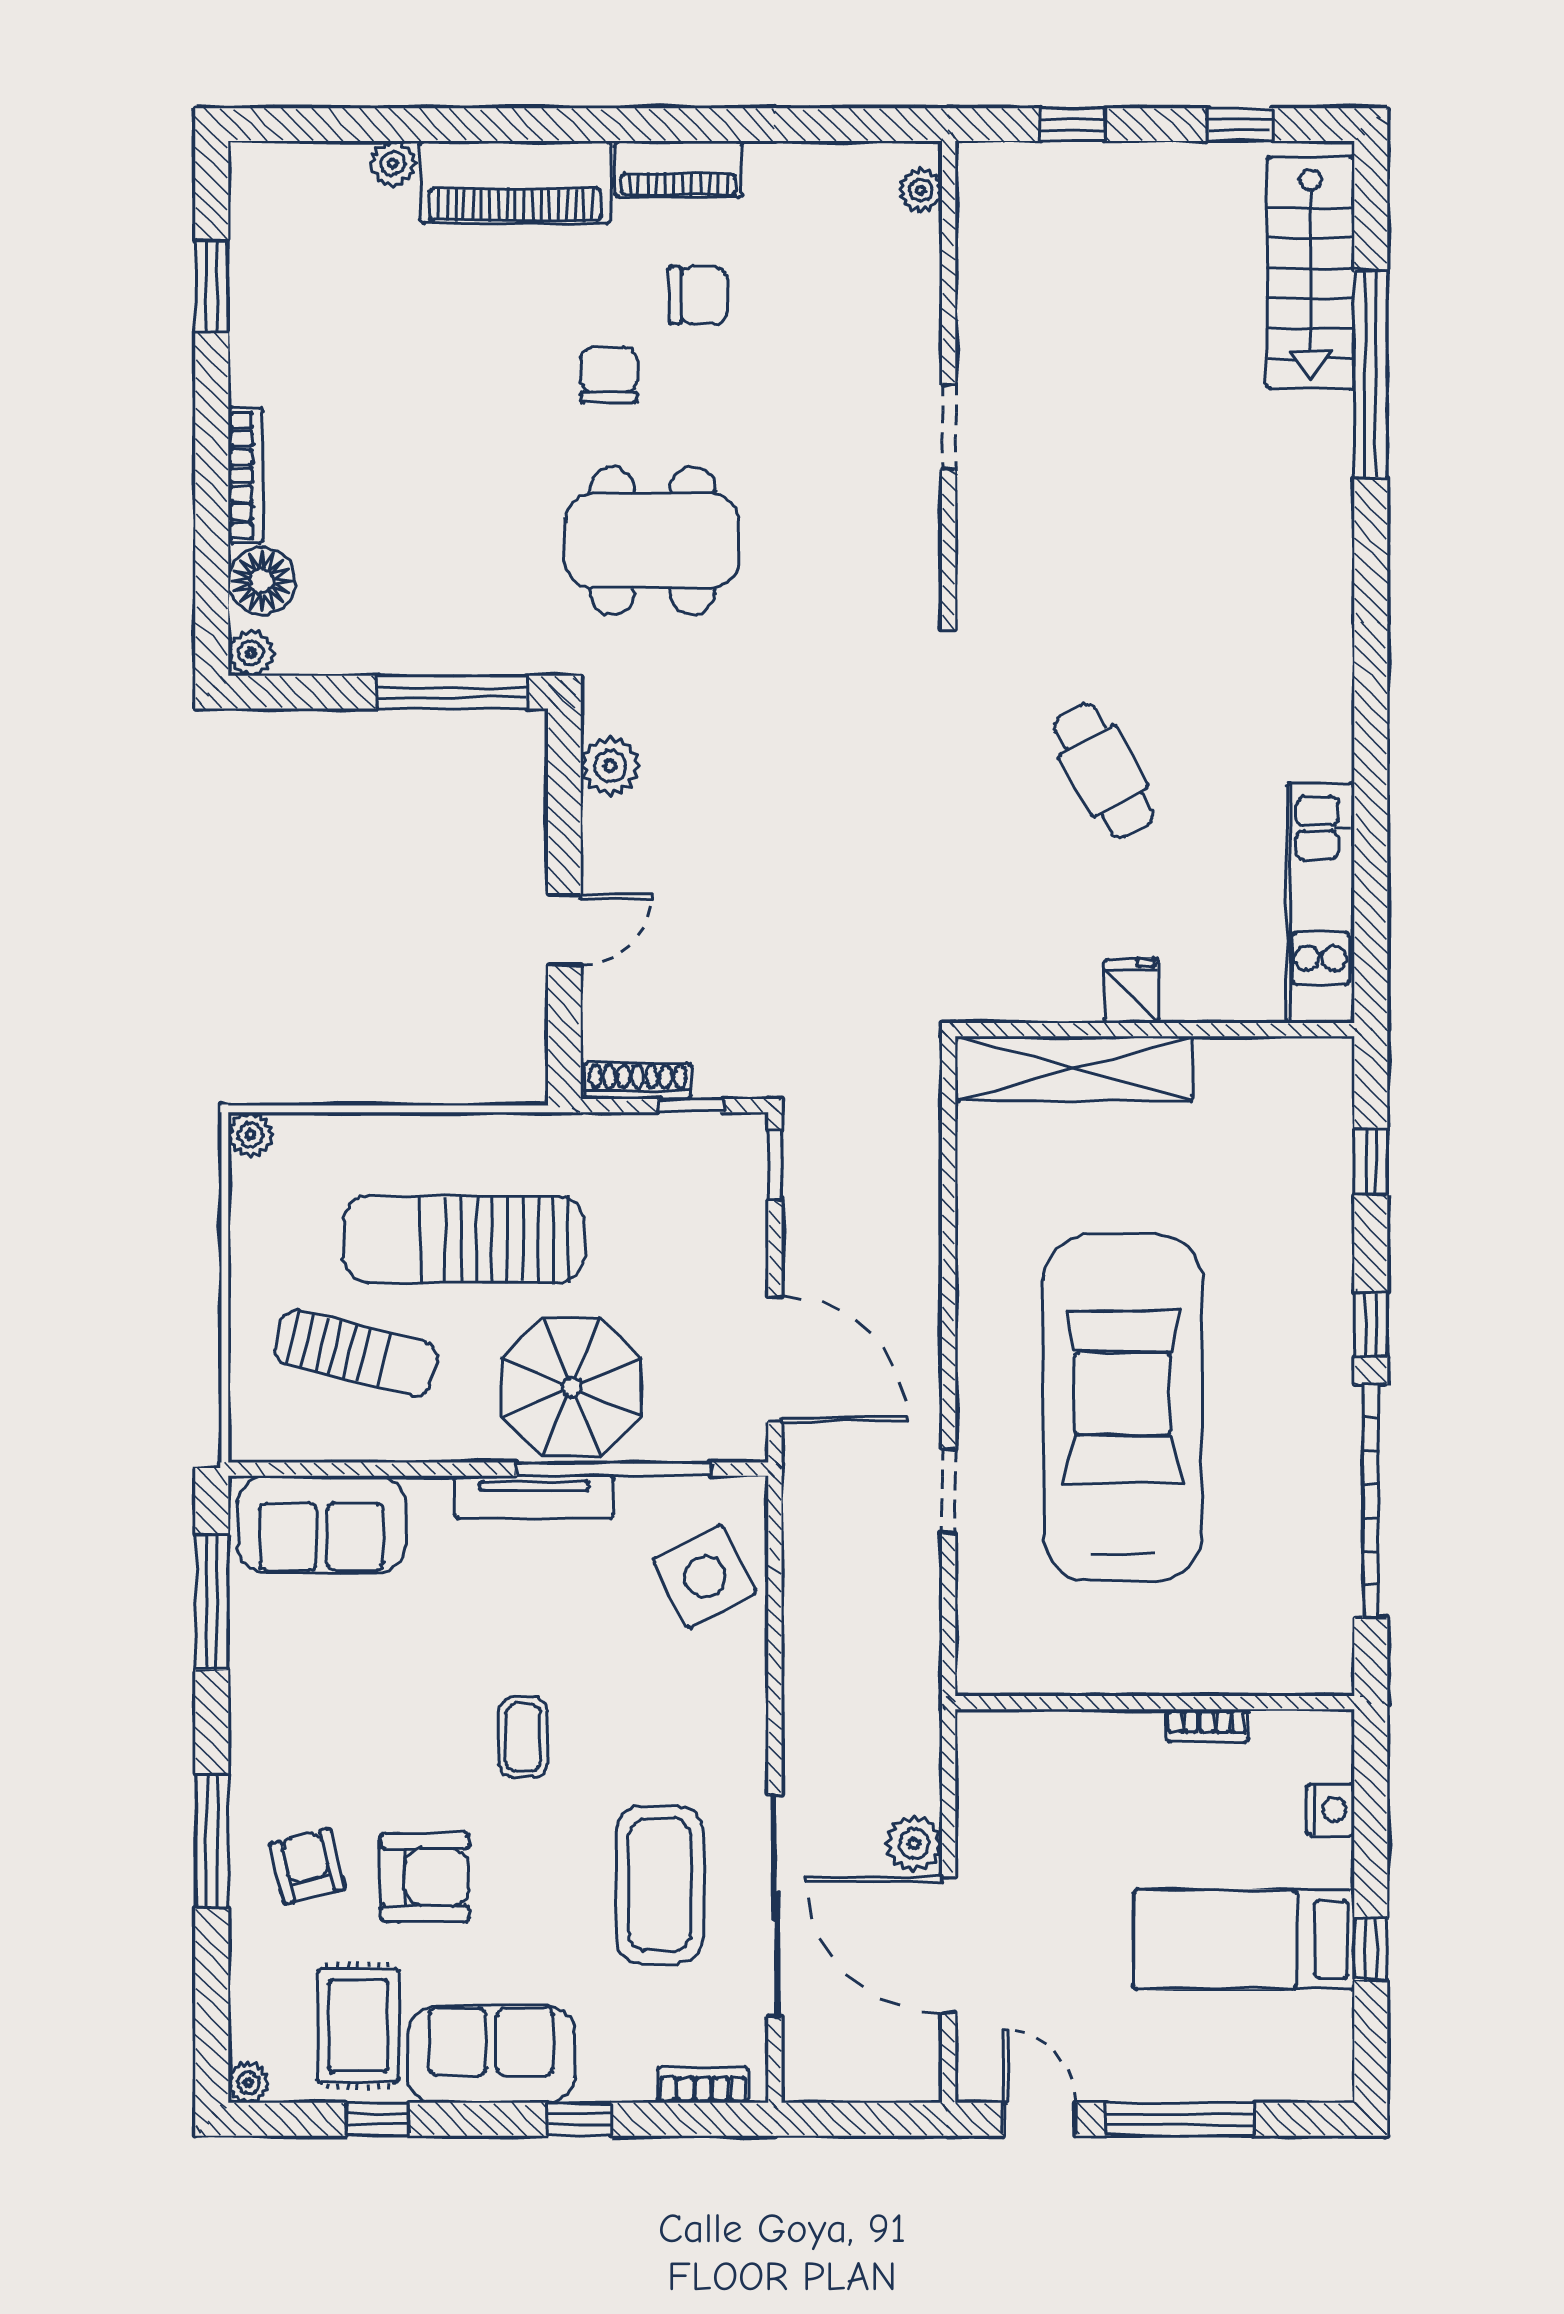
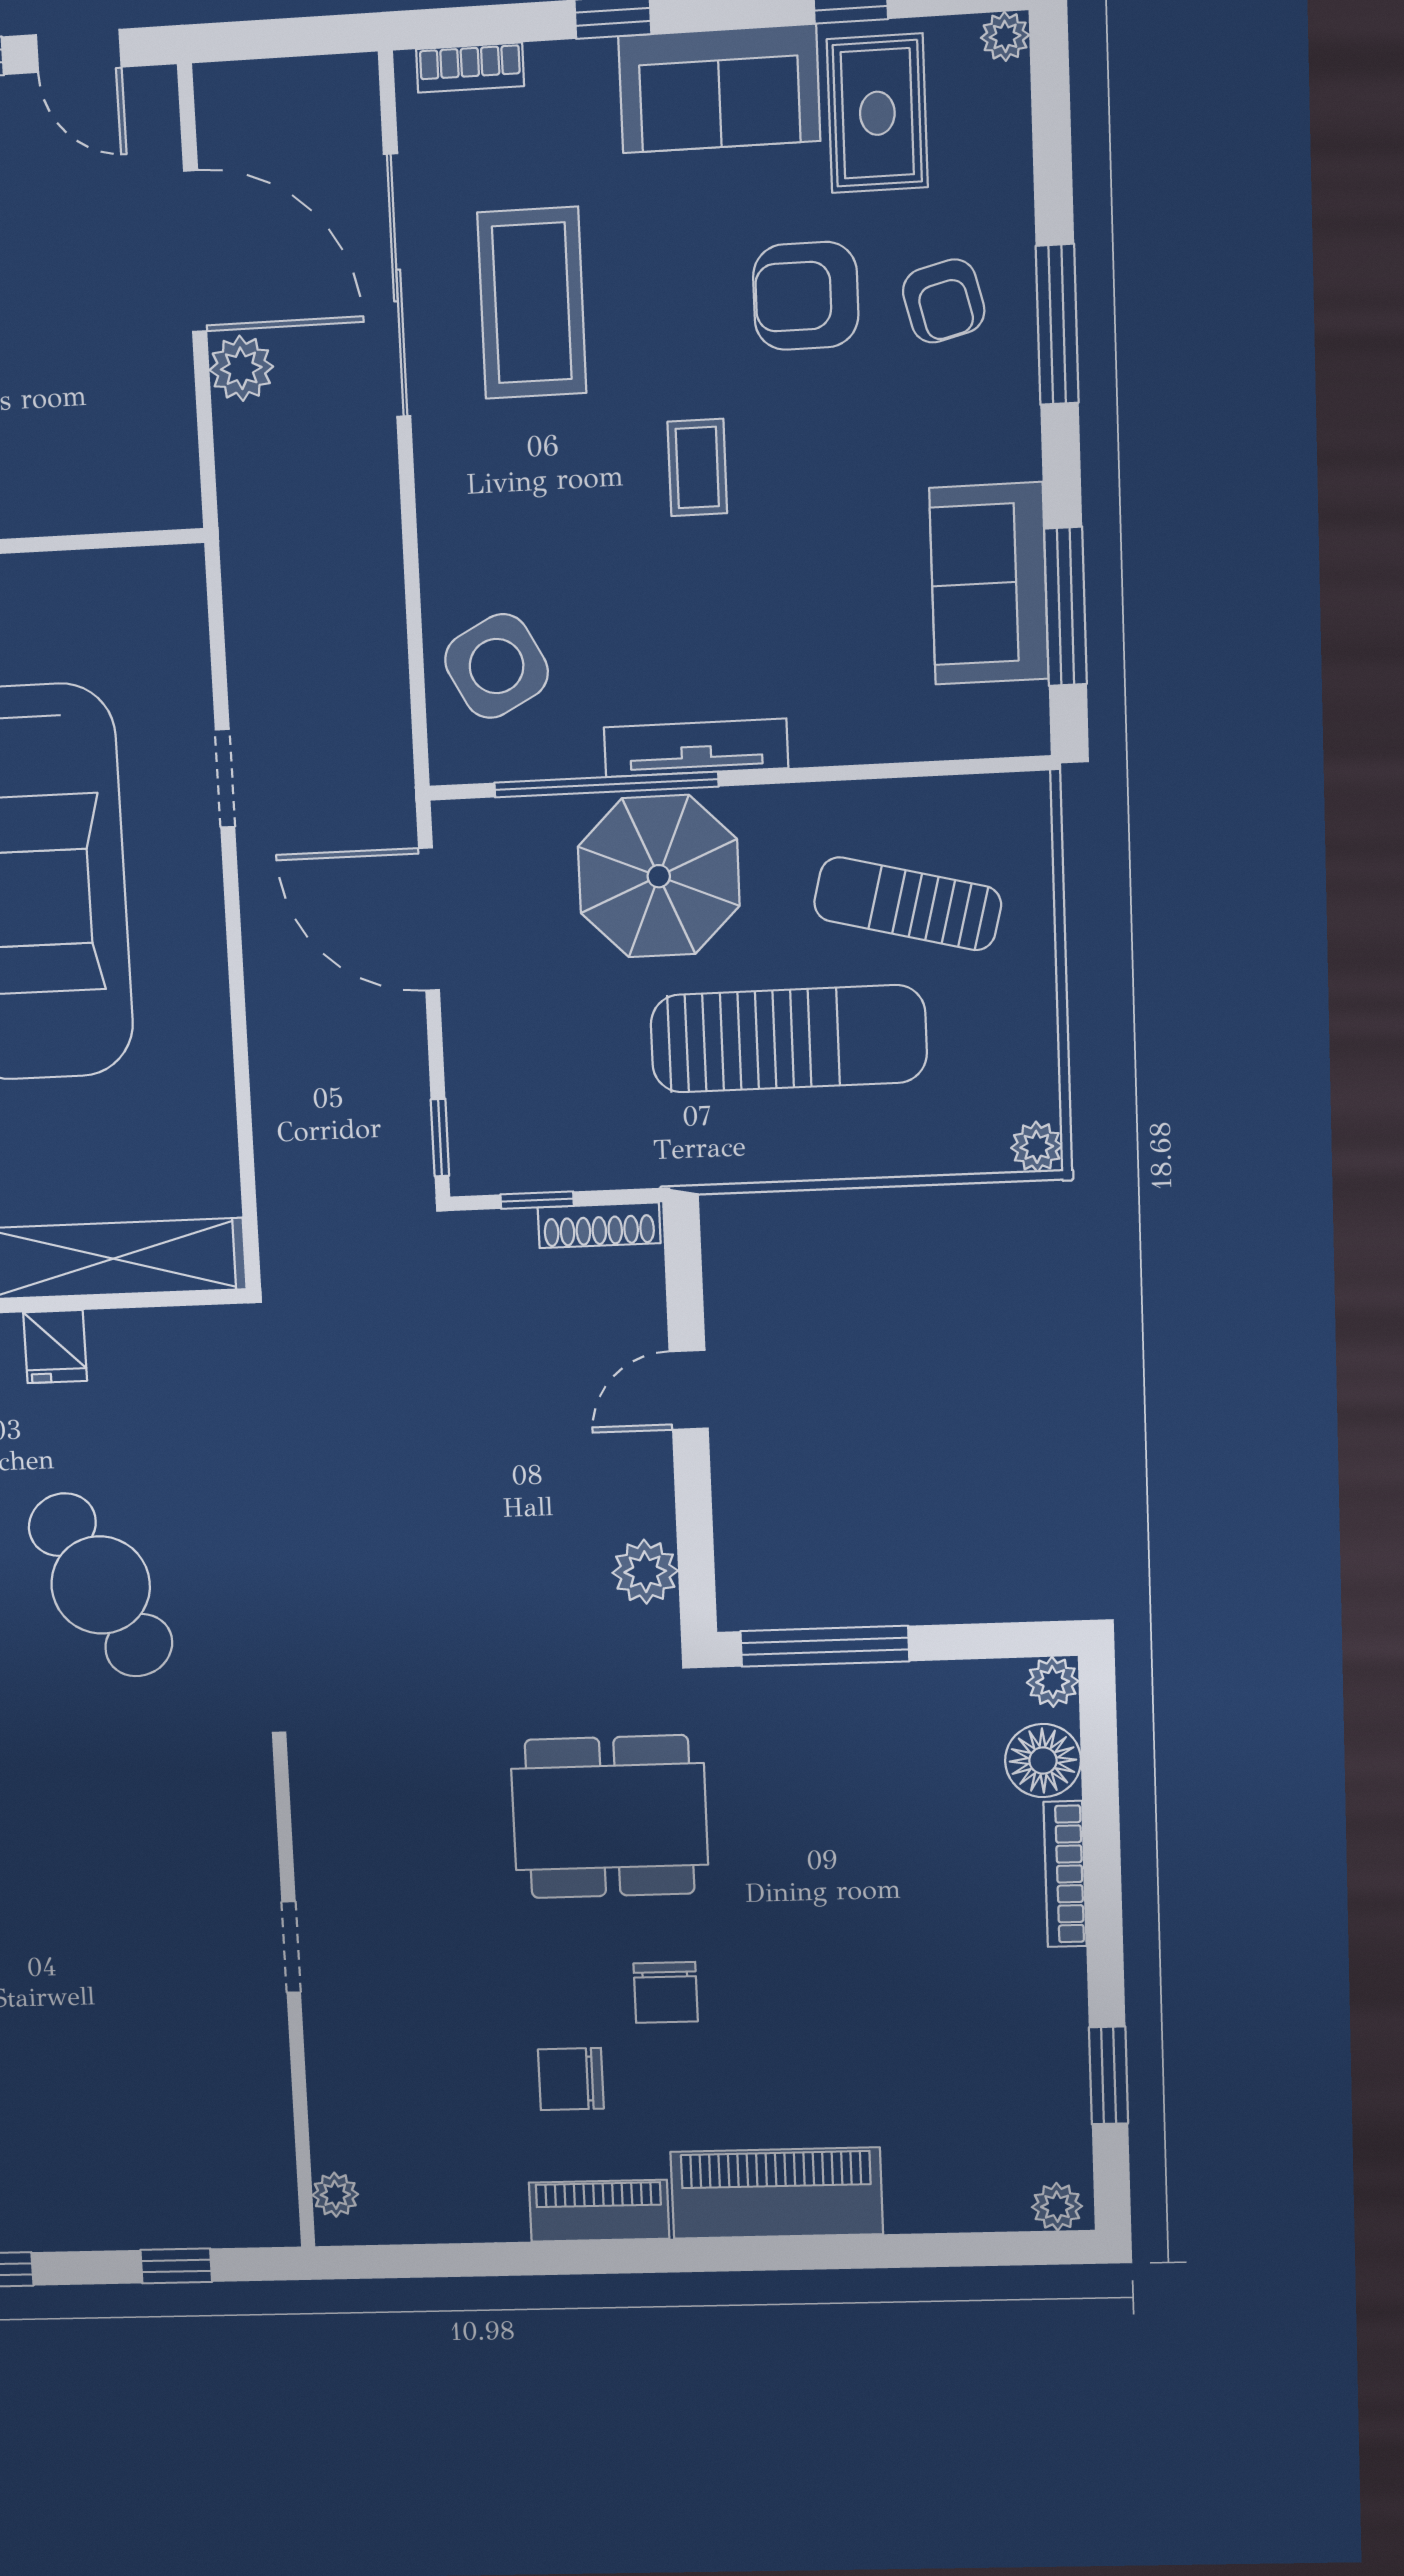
plant: (393, 164) -> (1057, 2207), moved
cafe table: (1103, 771) -> (101, 1585), width x1.37, depth x1.35
sofa: (322, 1524) -> (989, 583), moved, turned -90

